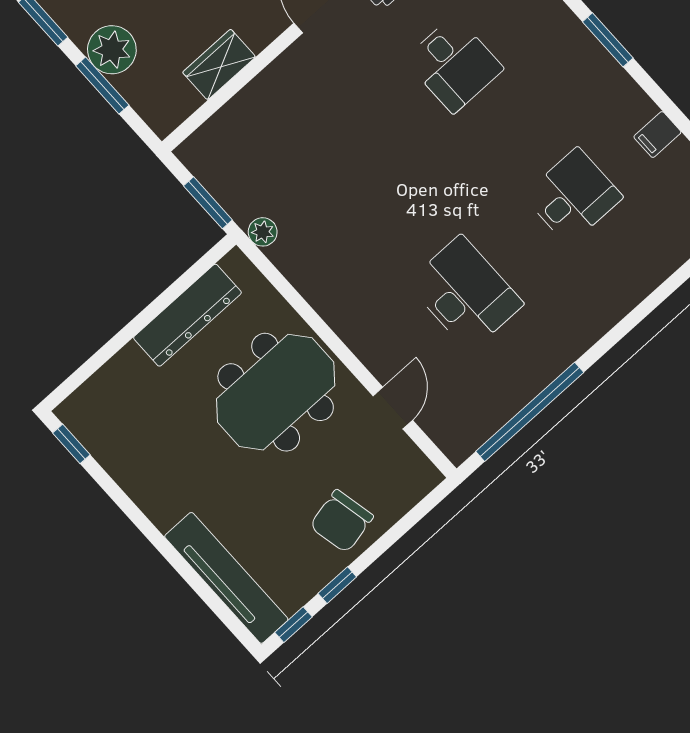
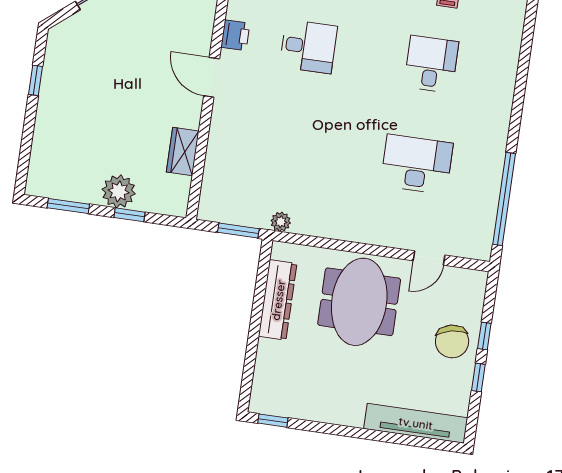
window: (102, 85) -> (129, 215), width x0.67
door: (393, 408) -> (429, 258), swing flipped
window: (293, 625) -> (484, 336), moved

